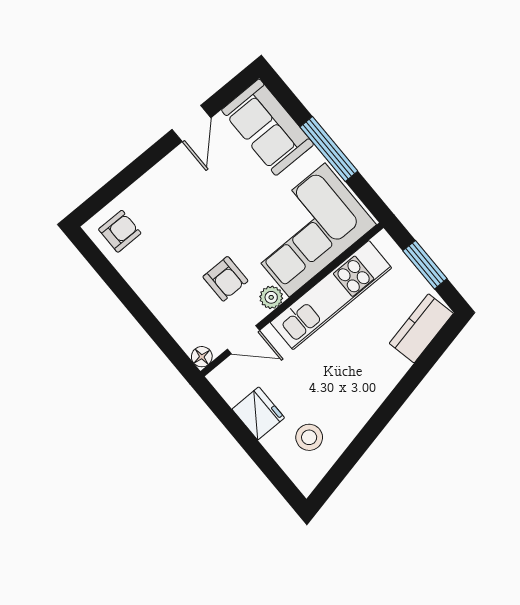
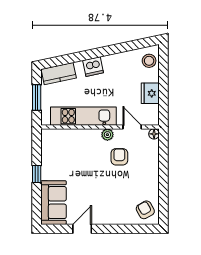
window: (329, 149) -> (37, 174), width x0.46
corner sofa: (307, 230) -> (71, 149), removed
armchair: (120, 231) -> (145, 210), turned 61
dishwasher: (378, 382) -> (93, 67), added
stool: (309, 437) -> (149, 61), moved

